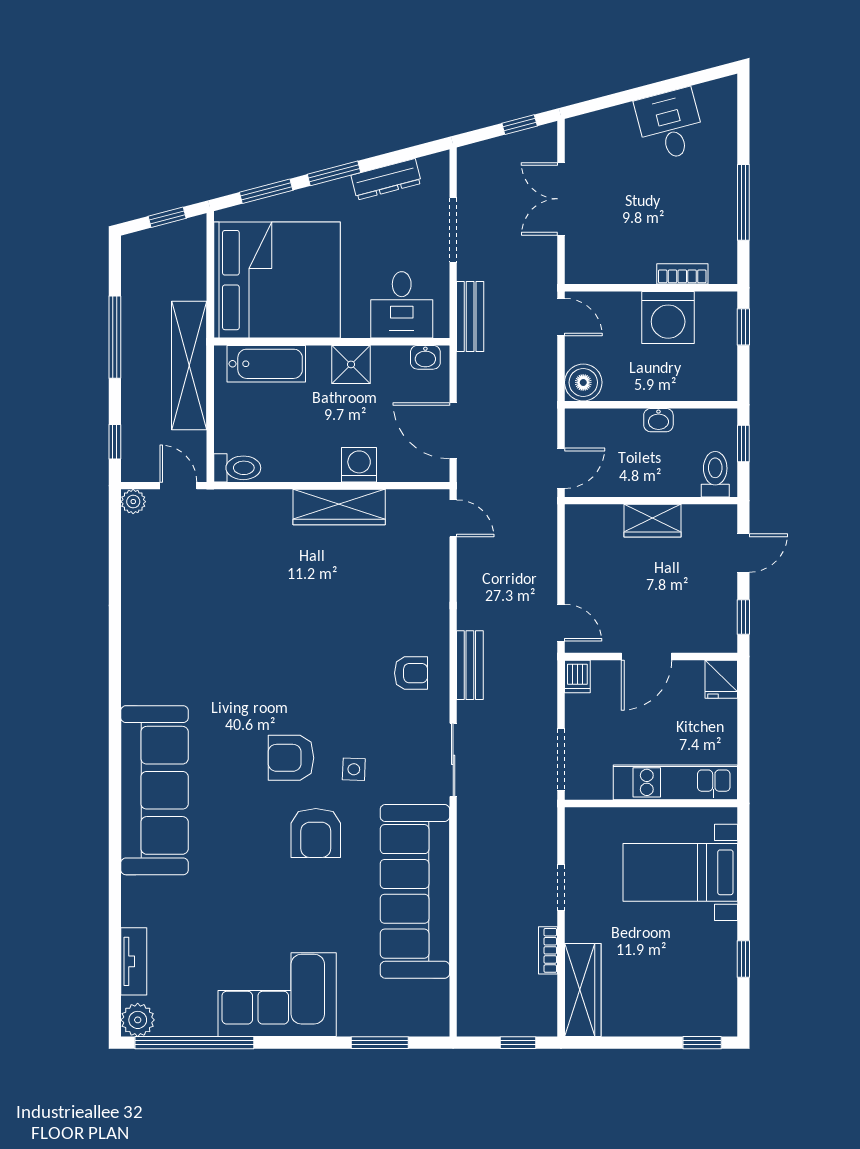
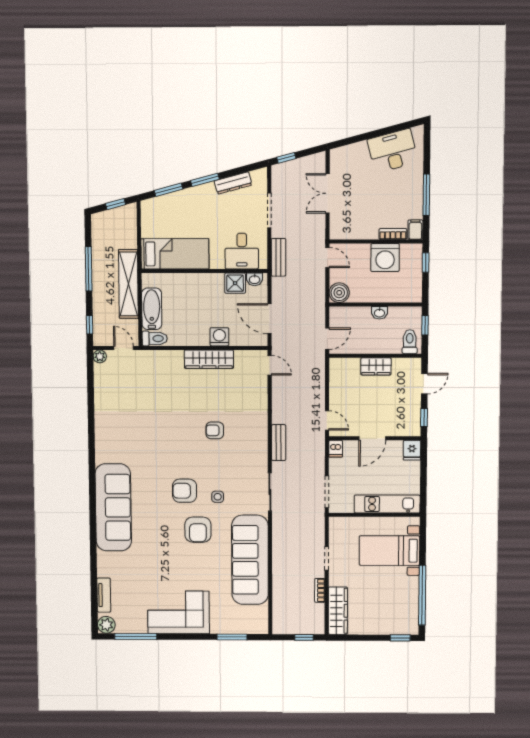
window: (520, 125) -> (286, 158), moved
desk: (670, 125) -> (393, 151), width x1.37
filing cabinet: (724, 266) -> (415, 230), added
bed: (277, 280) -> (175, 254), width x0.49
bathtub: (266, 364) -> (152, 309), moved, turned -90
shower: (351, 364) -> (235, 283), moved
armchair: (411, 673) -> (215, 430), moved, turned 180
window: (743, 959) -> (422, 595), width x3.17
window: (194, 1043) -> (136, 637), width x0.68

